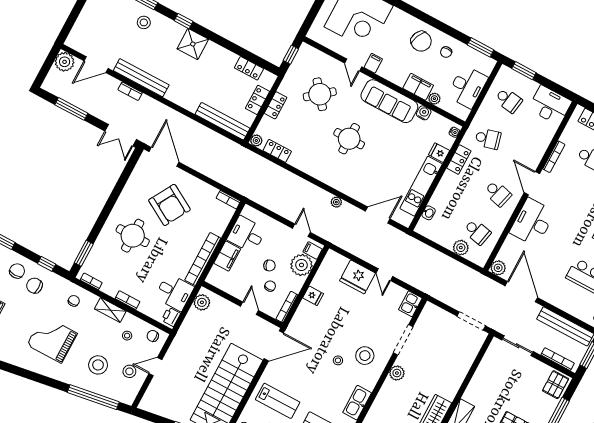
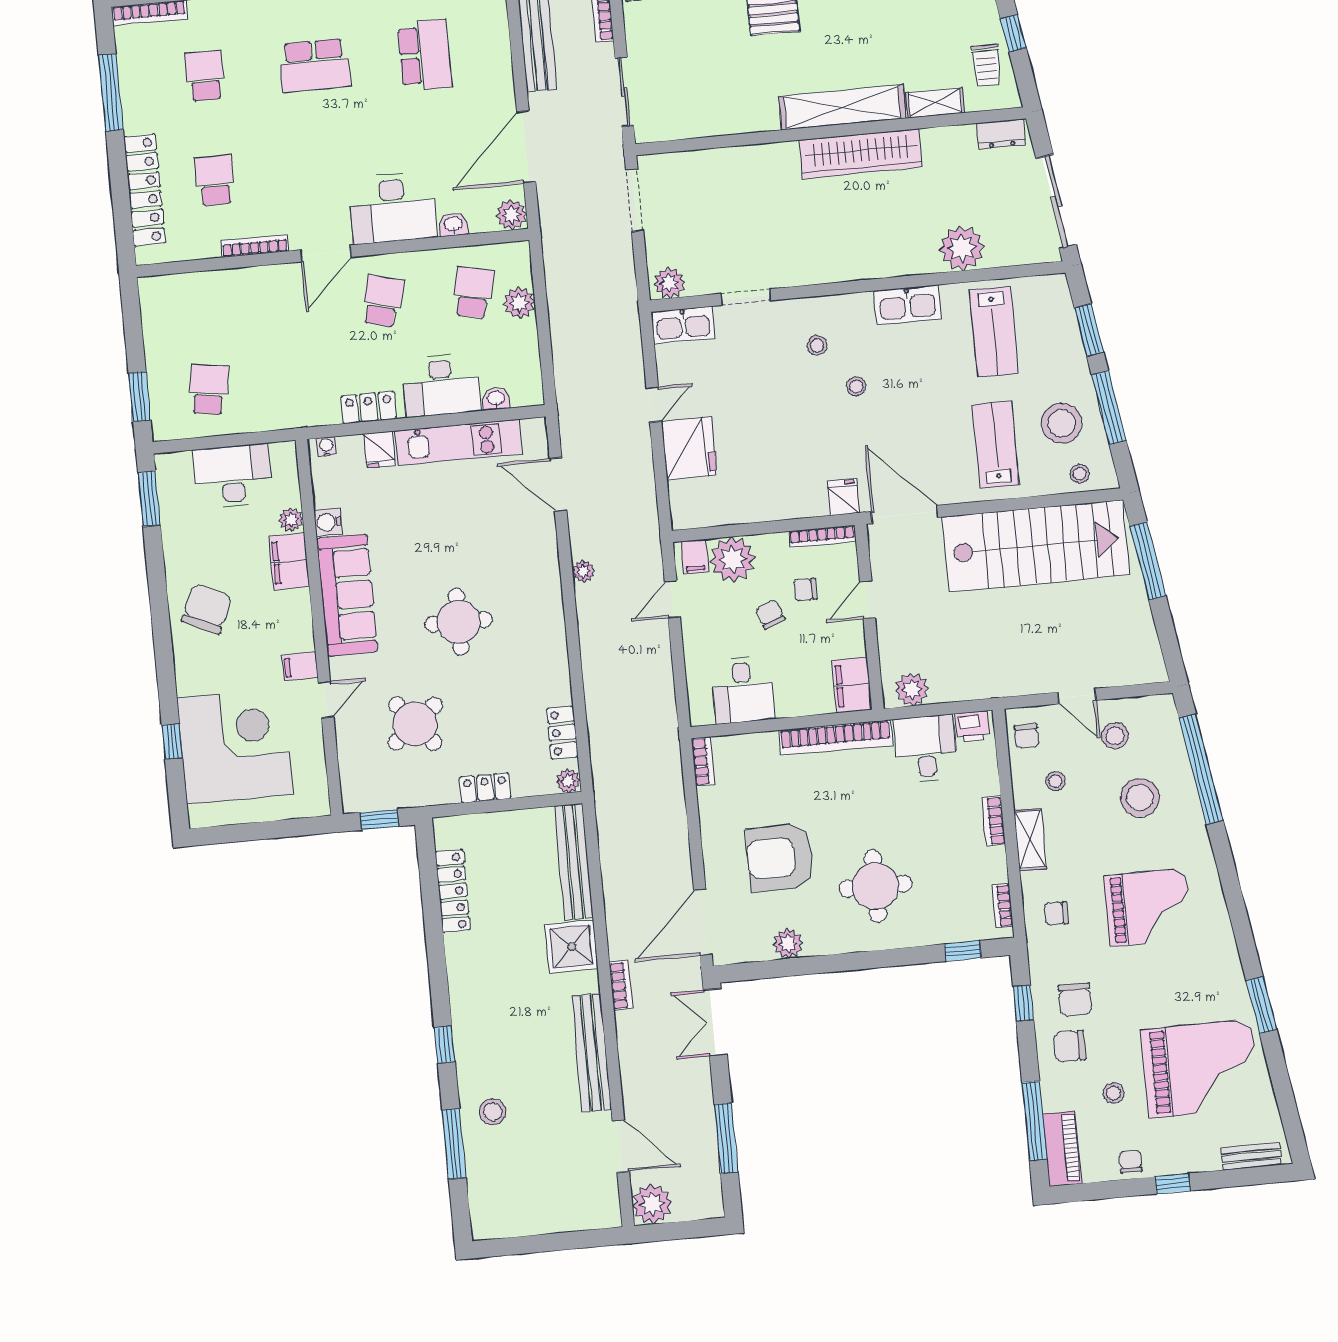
shower: (193, 44) -> (572, 946), moved
chair: (446, 52) -> (197, 553), removed
locker: (249, 68) -> (453, 891), width x1.53
bookcase: (130, 91) -> (621, 986), moved
locker: (257, 100) -> (496, 825), removed
desk: (550, 105) -> (441, 385), moved, turned -90
double door: (121, 135) -> (715, 1022), swing flipped
school desk: (488, 139) -> (299, 381), removed
plant: (133, 185) -> (788, 944), added
armchair: (169, 205) -> (780, 858), turned -120
washbasin: (510, 242) -> (453, 224), added
window: (84, 253) -> (962, 951), width x0.67
filing cabinet: (227, 256) -> (852, 685), moved, turned -90
fridge: (313, 296) -> (843, 497), moved
kitchen sink: (410, 304) -> (683, 325), width x1.38
grand piano: (52, 339) -> (1148, 907), turned -90
doorway: (403, 340) -> (746, 297), width x0.73
stool: (365, 356) -> (817, 345), width x0.53, depth x0.53
plant: (397, 373) -> (669, 283), moved

